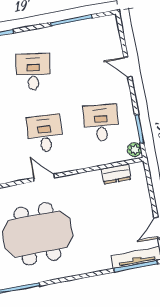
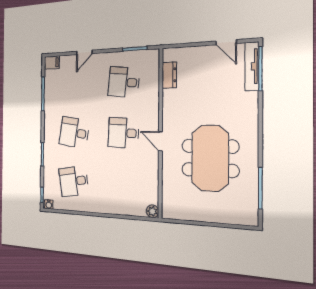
filing cabinet: (110, 25) -> (52, 63), added
plant: (134, 150) -> (151, 55), removed
door: (44, 178) -> (160, 141), hinge flipped

